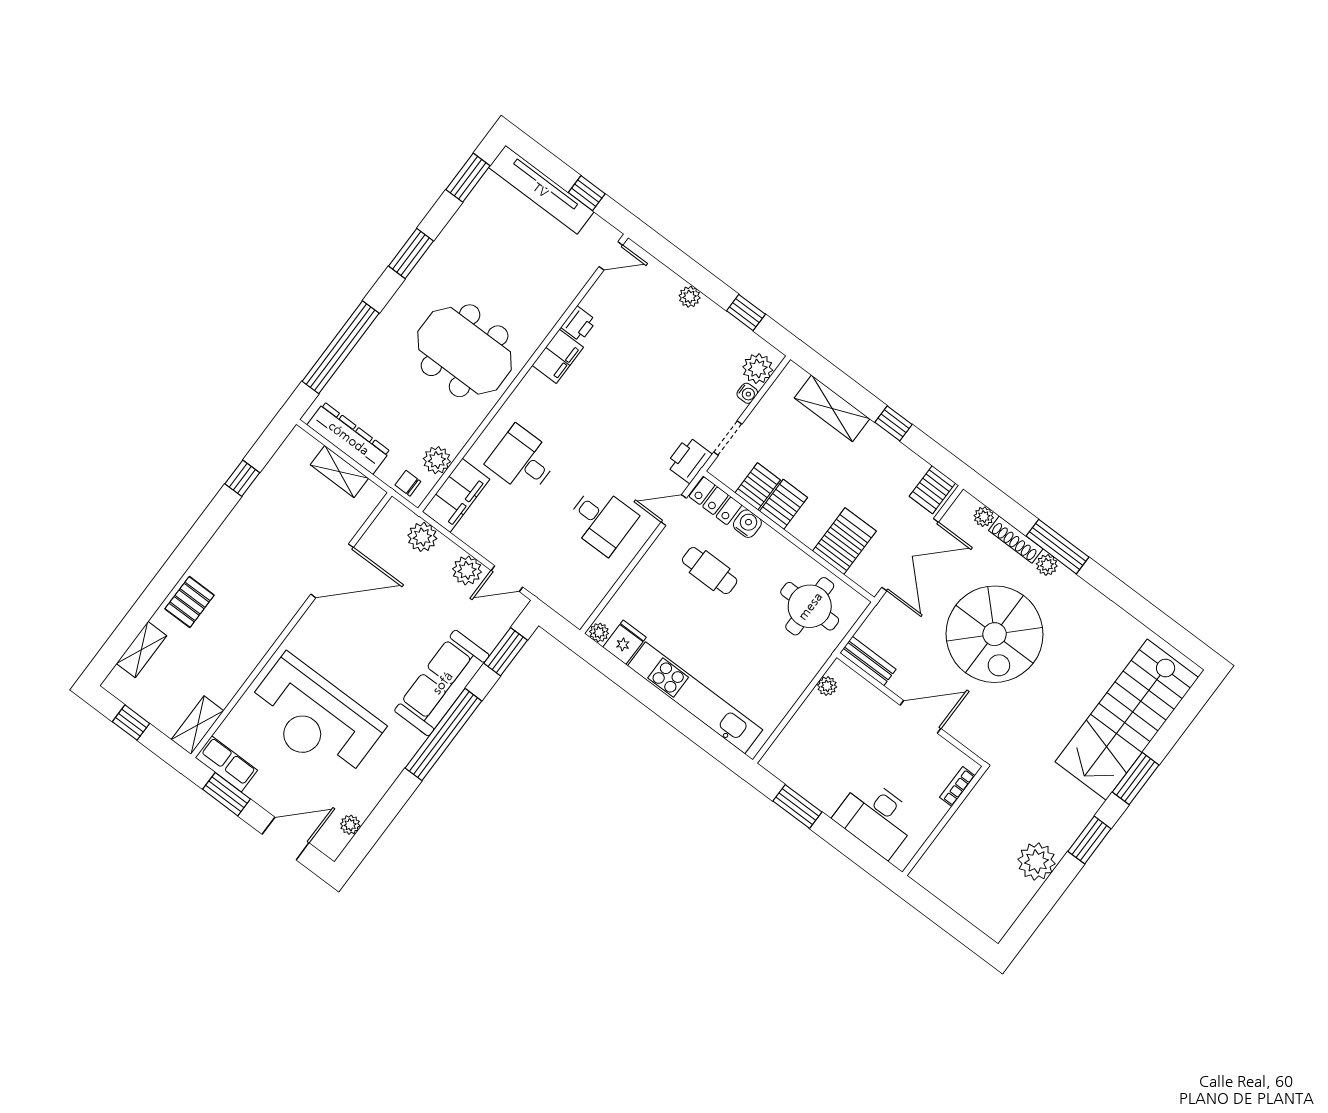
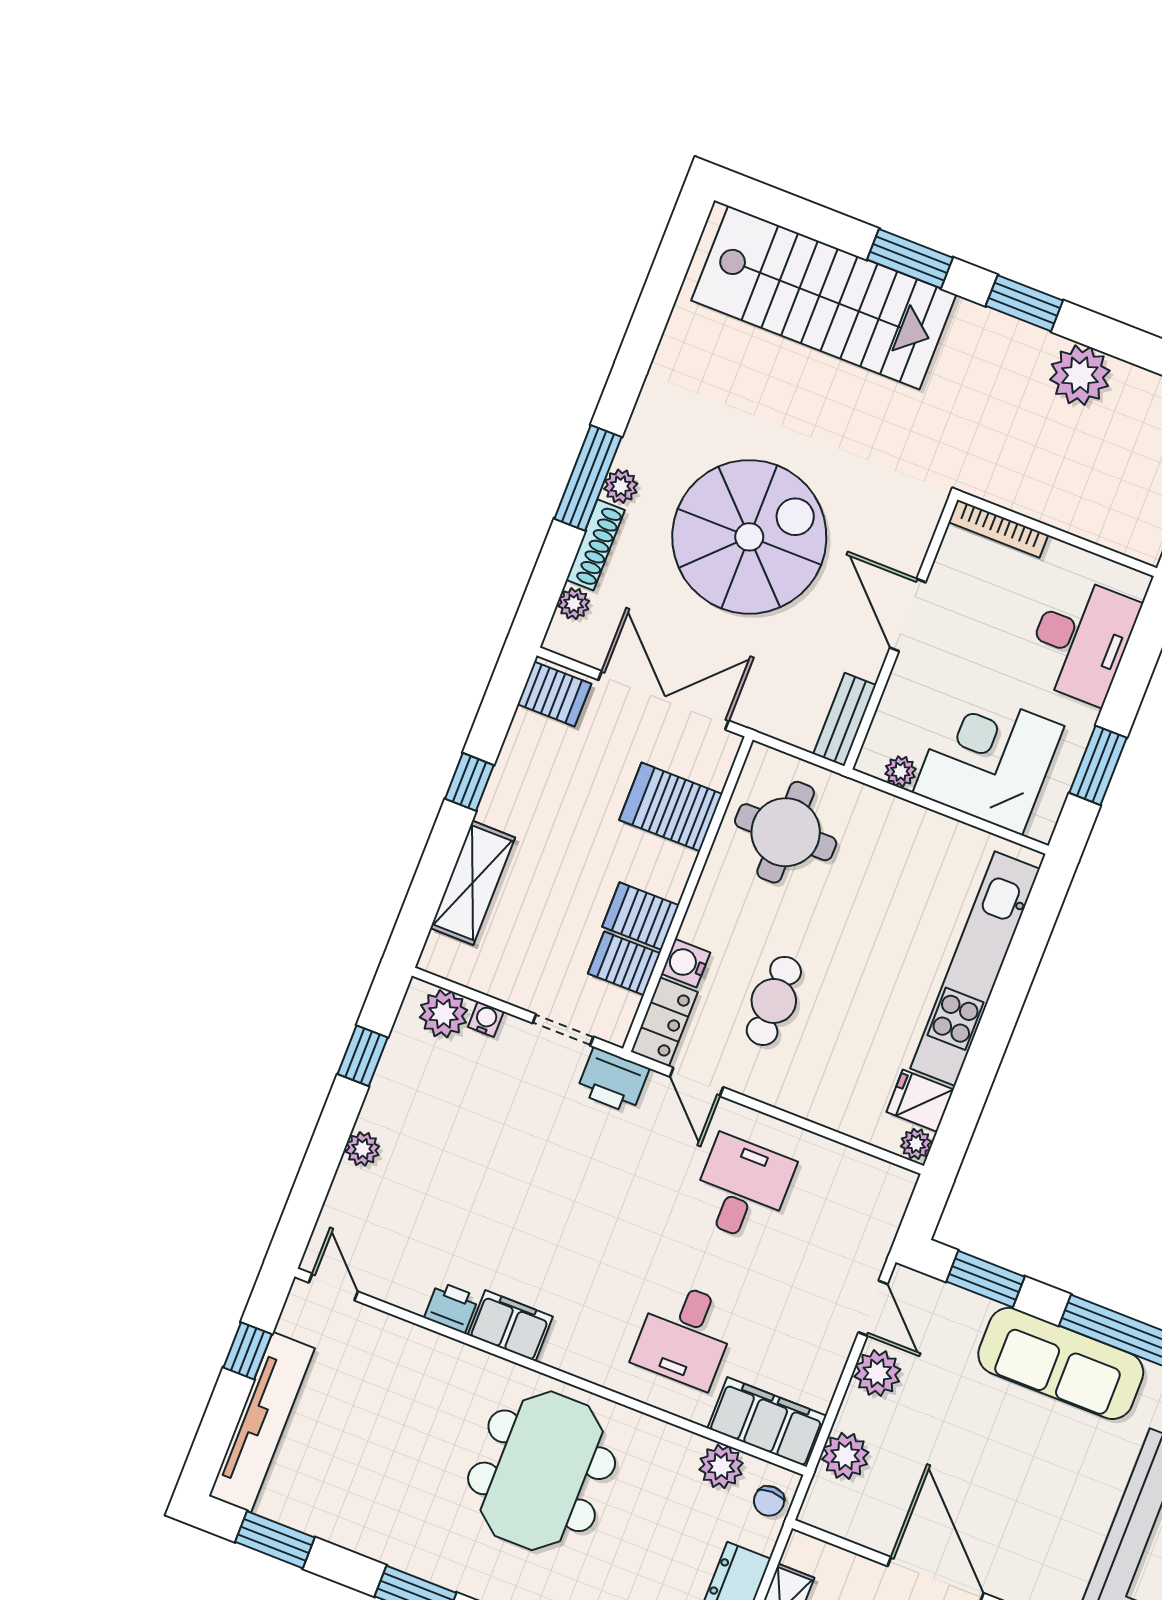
corner desk: (819, 741) -> (989, 759), added
bookcase: (957, 786) -> (999, 529), width x1.56

